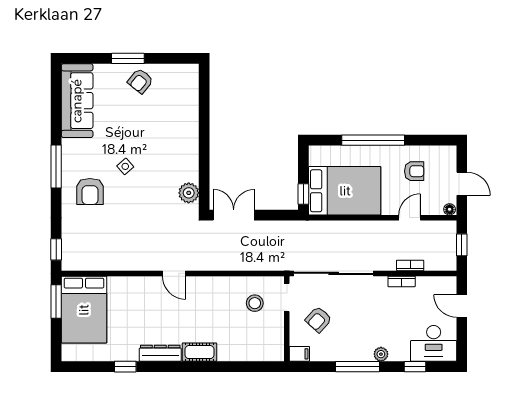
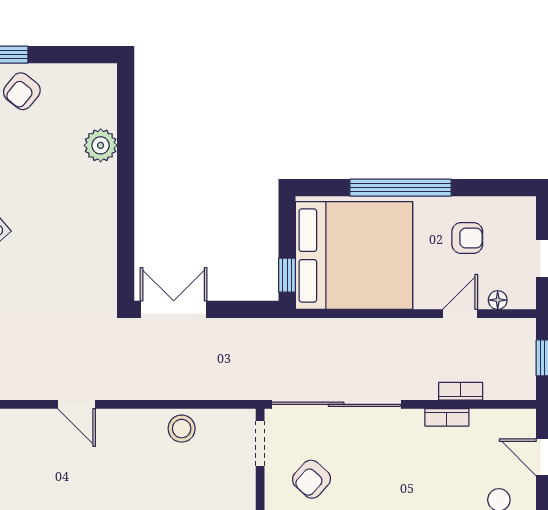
bed: (345, 191) -> (354, 255), width x1.36
plant: (189, 193) -> (101, 145), moved
floor lamp: (450, 209) -> (498, 300), moved
stool: (255, 303) -> (182, 429), moved

